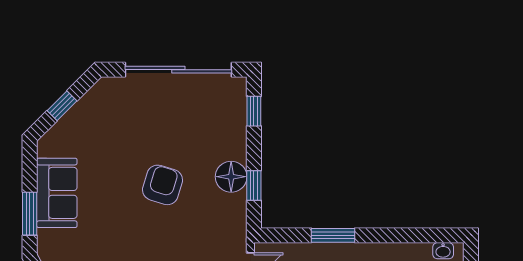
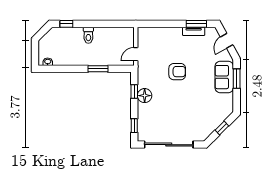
armchair: (163, 185) -> (177, 72), moved, turned -107
sofa: (57, 193) -> (224, 77), moved

